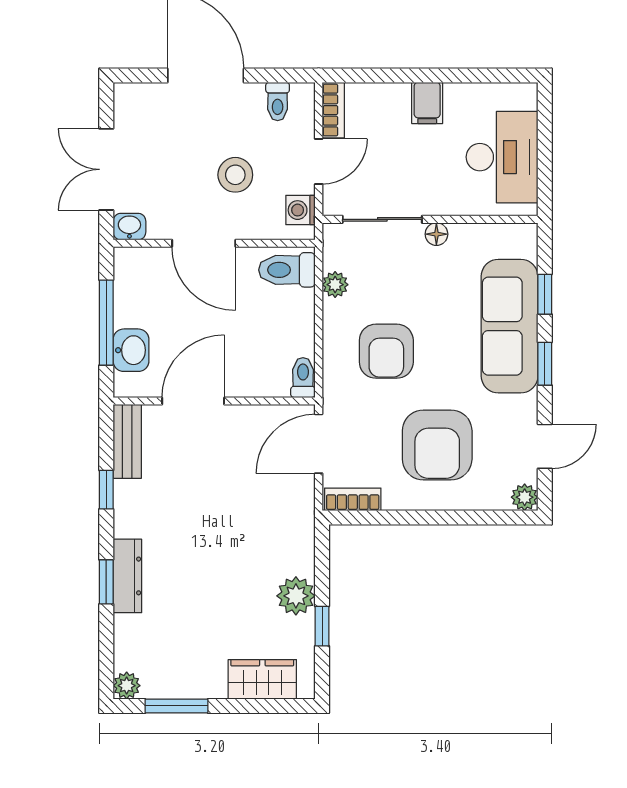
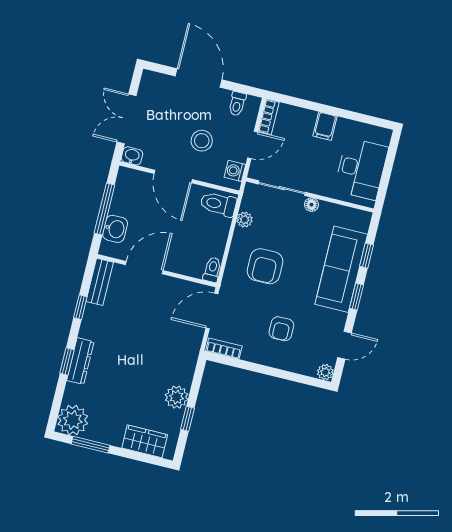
armchair: (437, 445) -> (281, 329), width x0.53, depth x0.53
plant: (127, 686) -> (73, 420), width x1.87, depth x1.87

